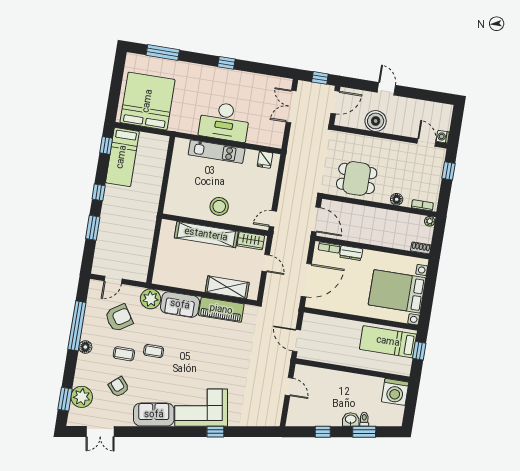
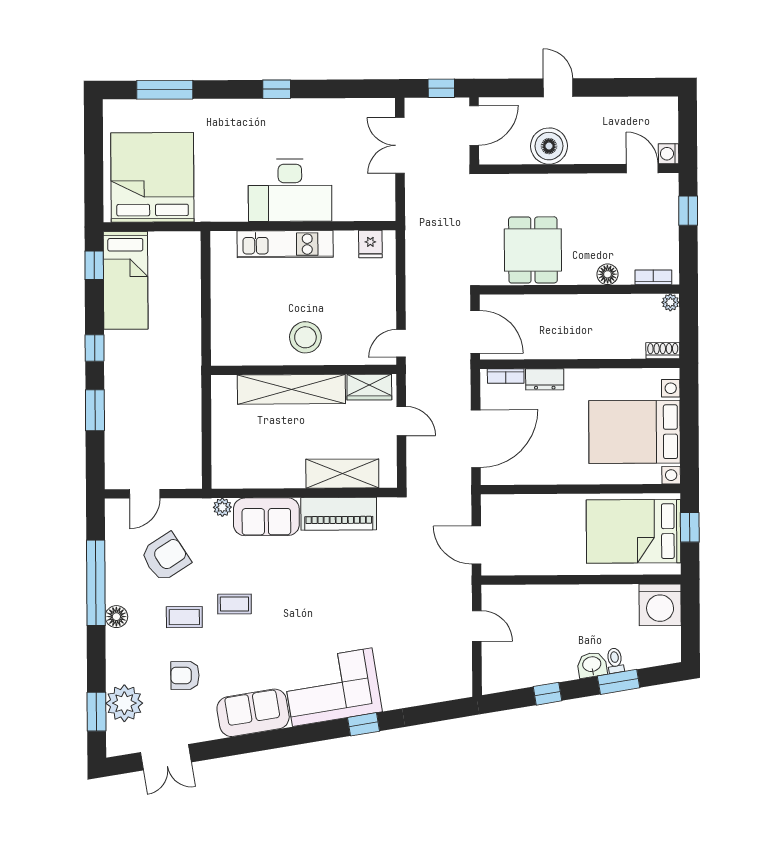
dining table: (357, 178) -> (533, 250), turned 90
plant: (151, 299) -> (222, 507), width x0.53, depth x0.53
bed: (388, 342) -> (634, 531), width x1.50
armchair: (119, 387) -> (185, 676), turned -49

